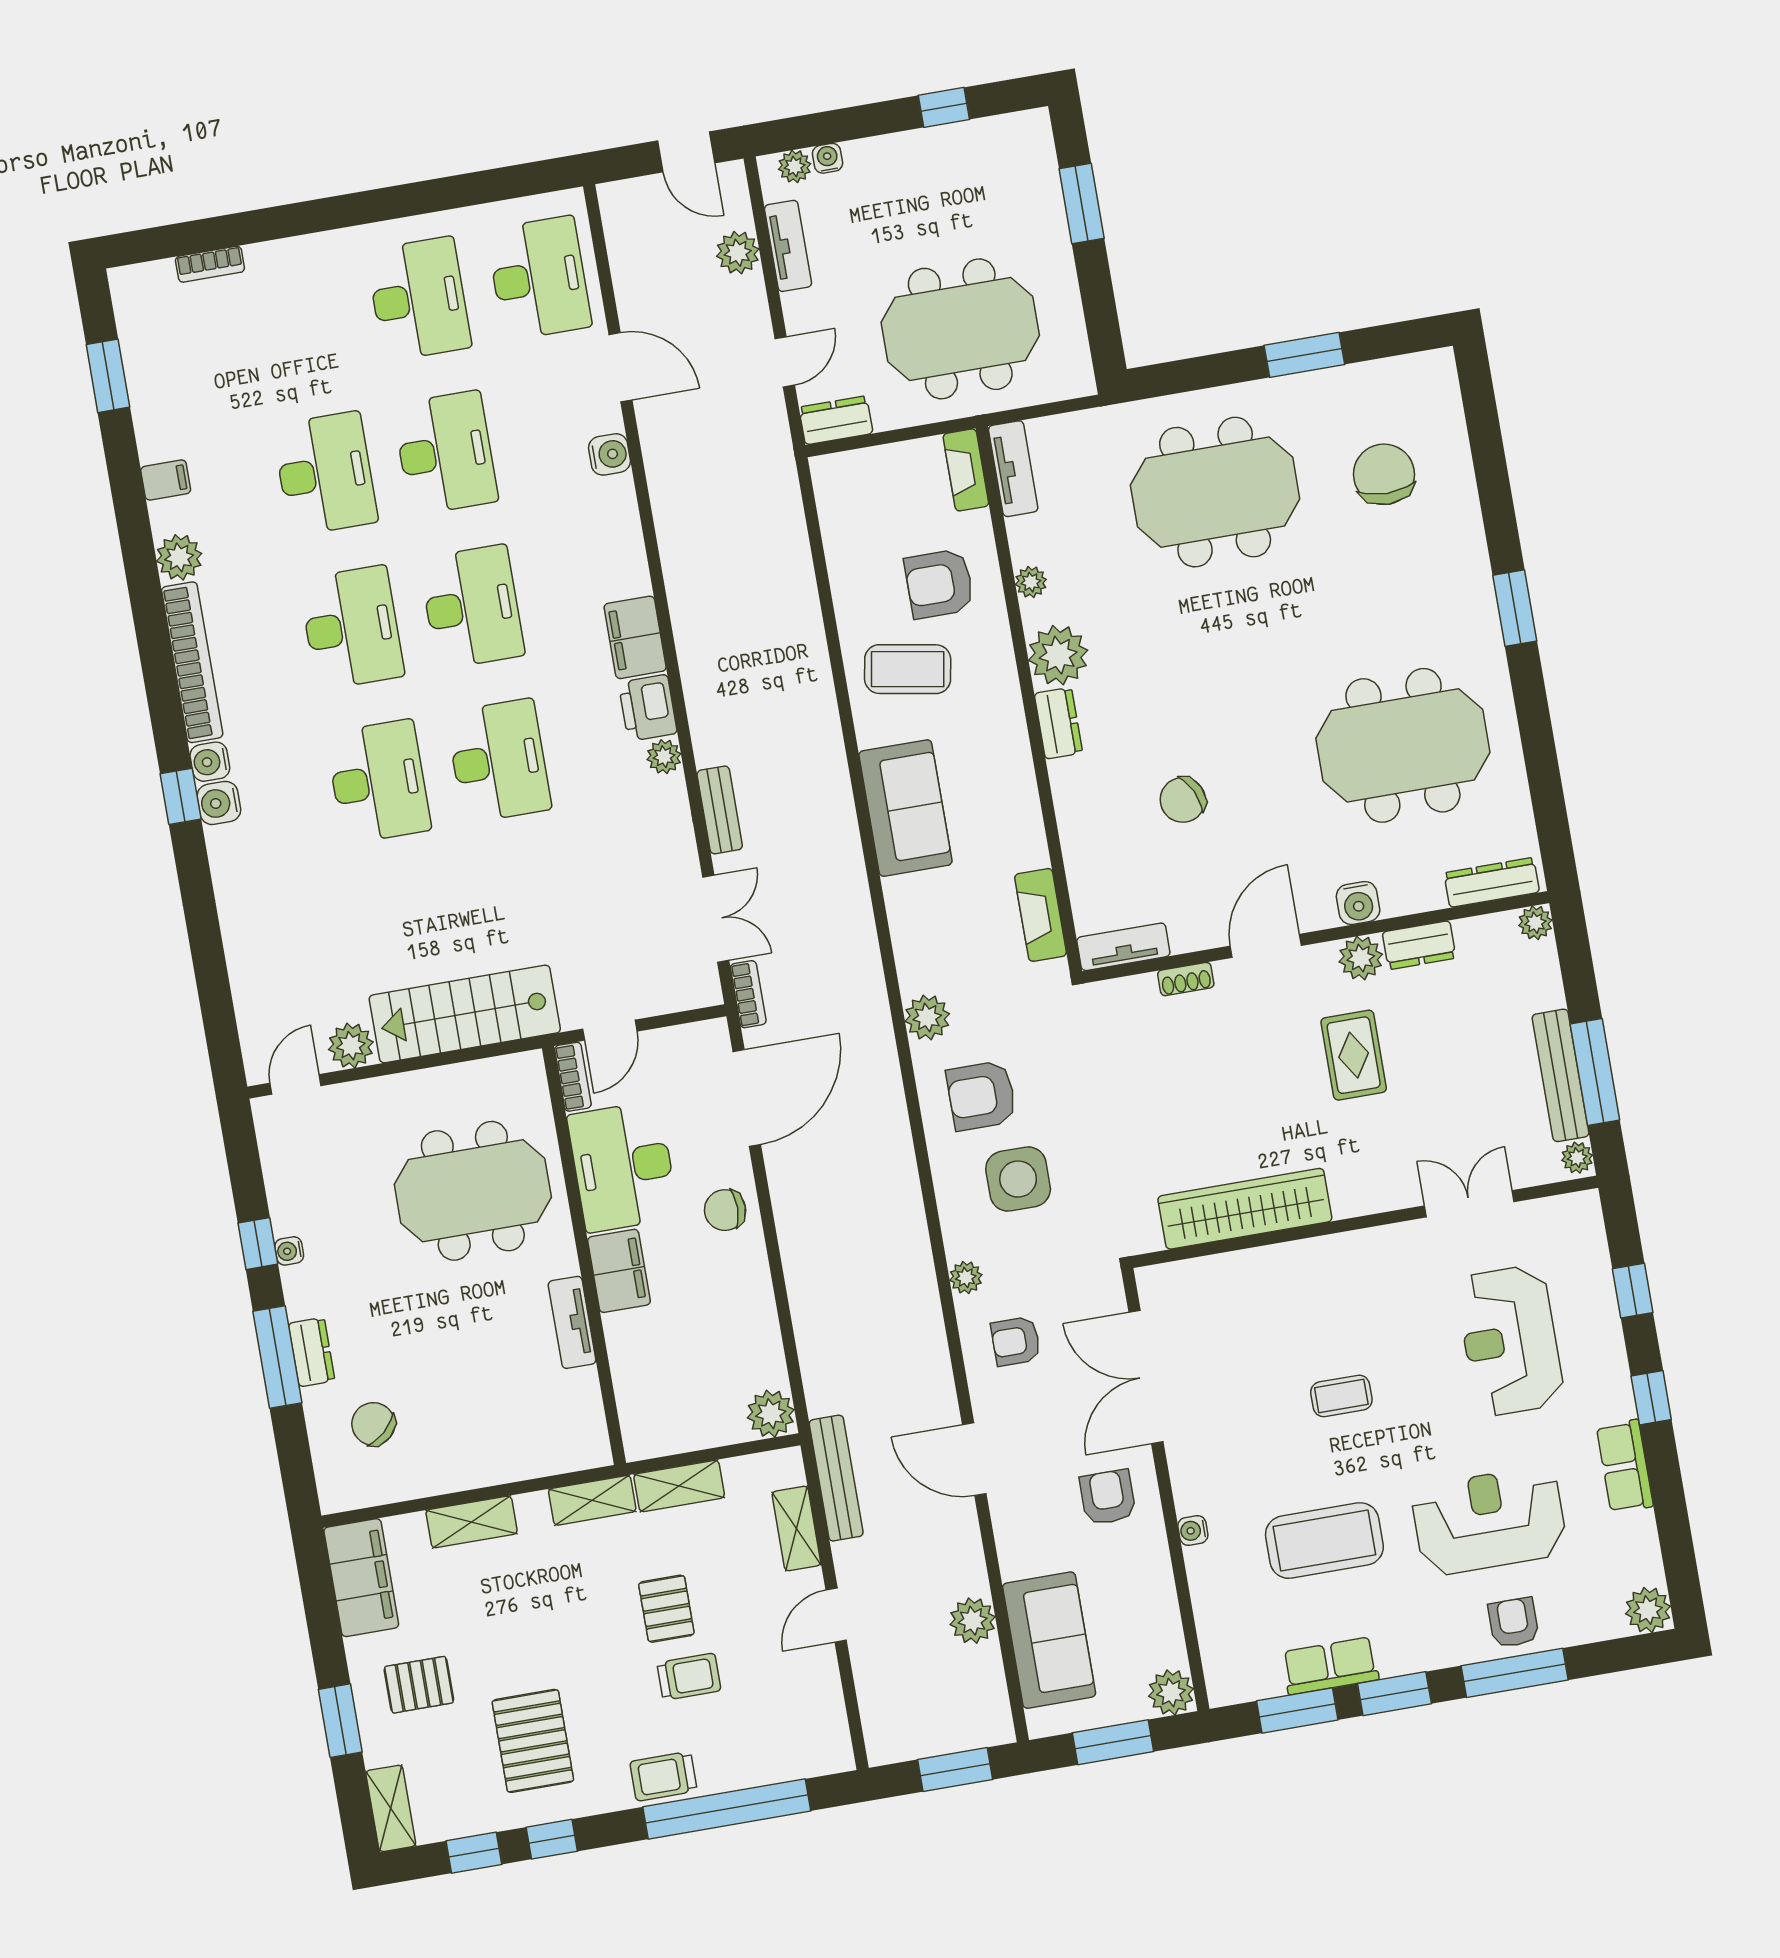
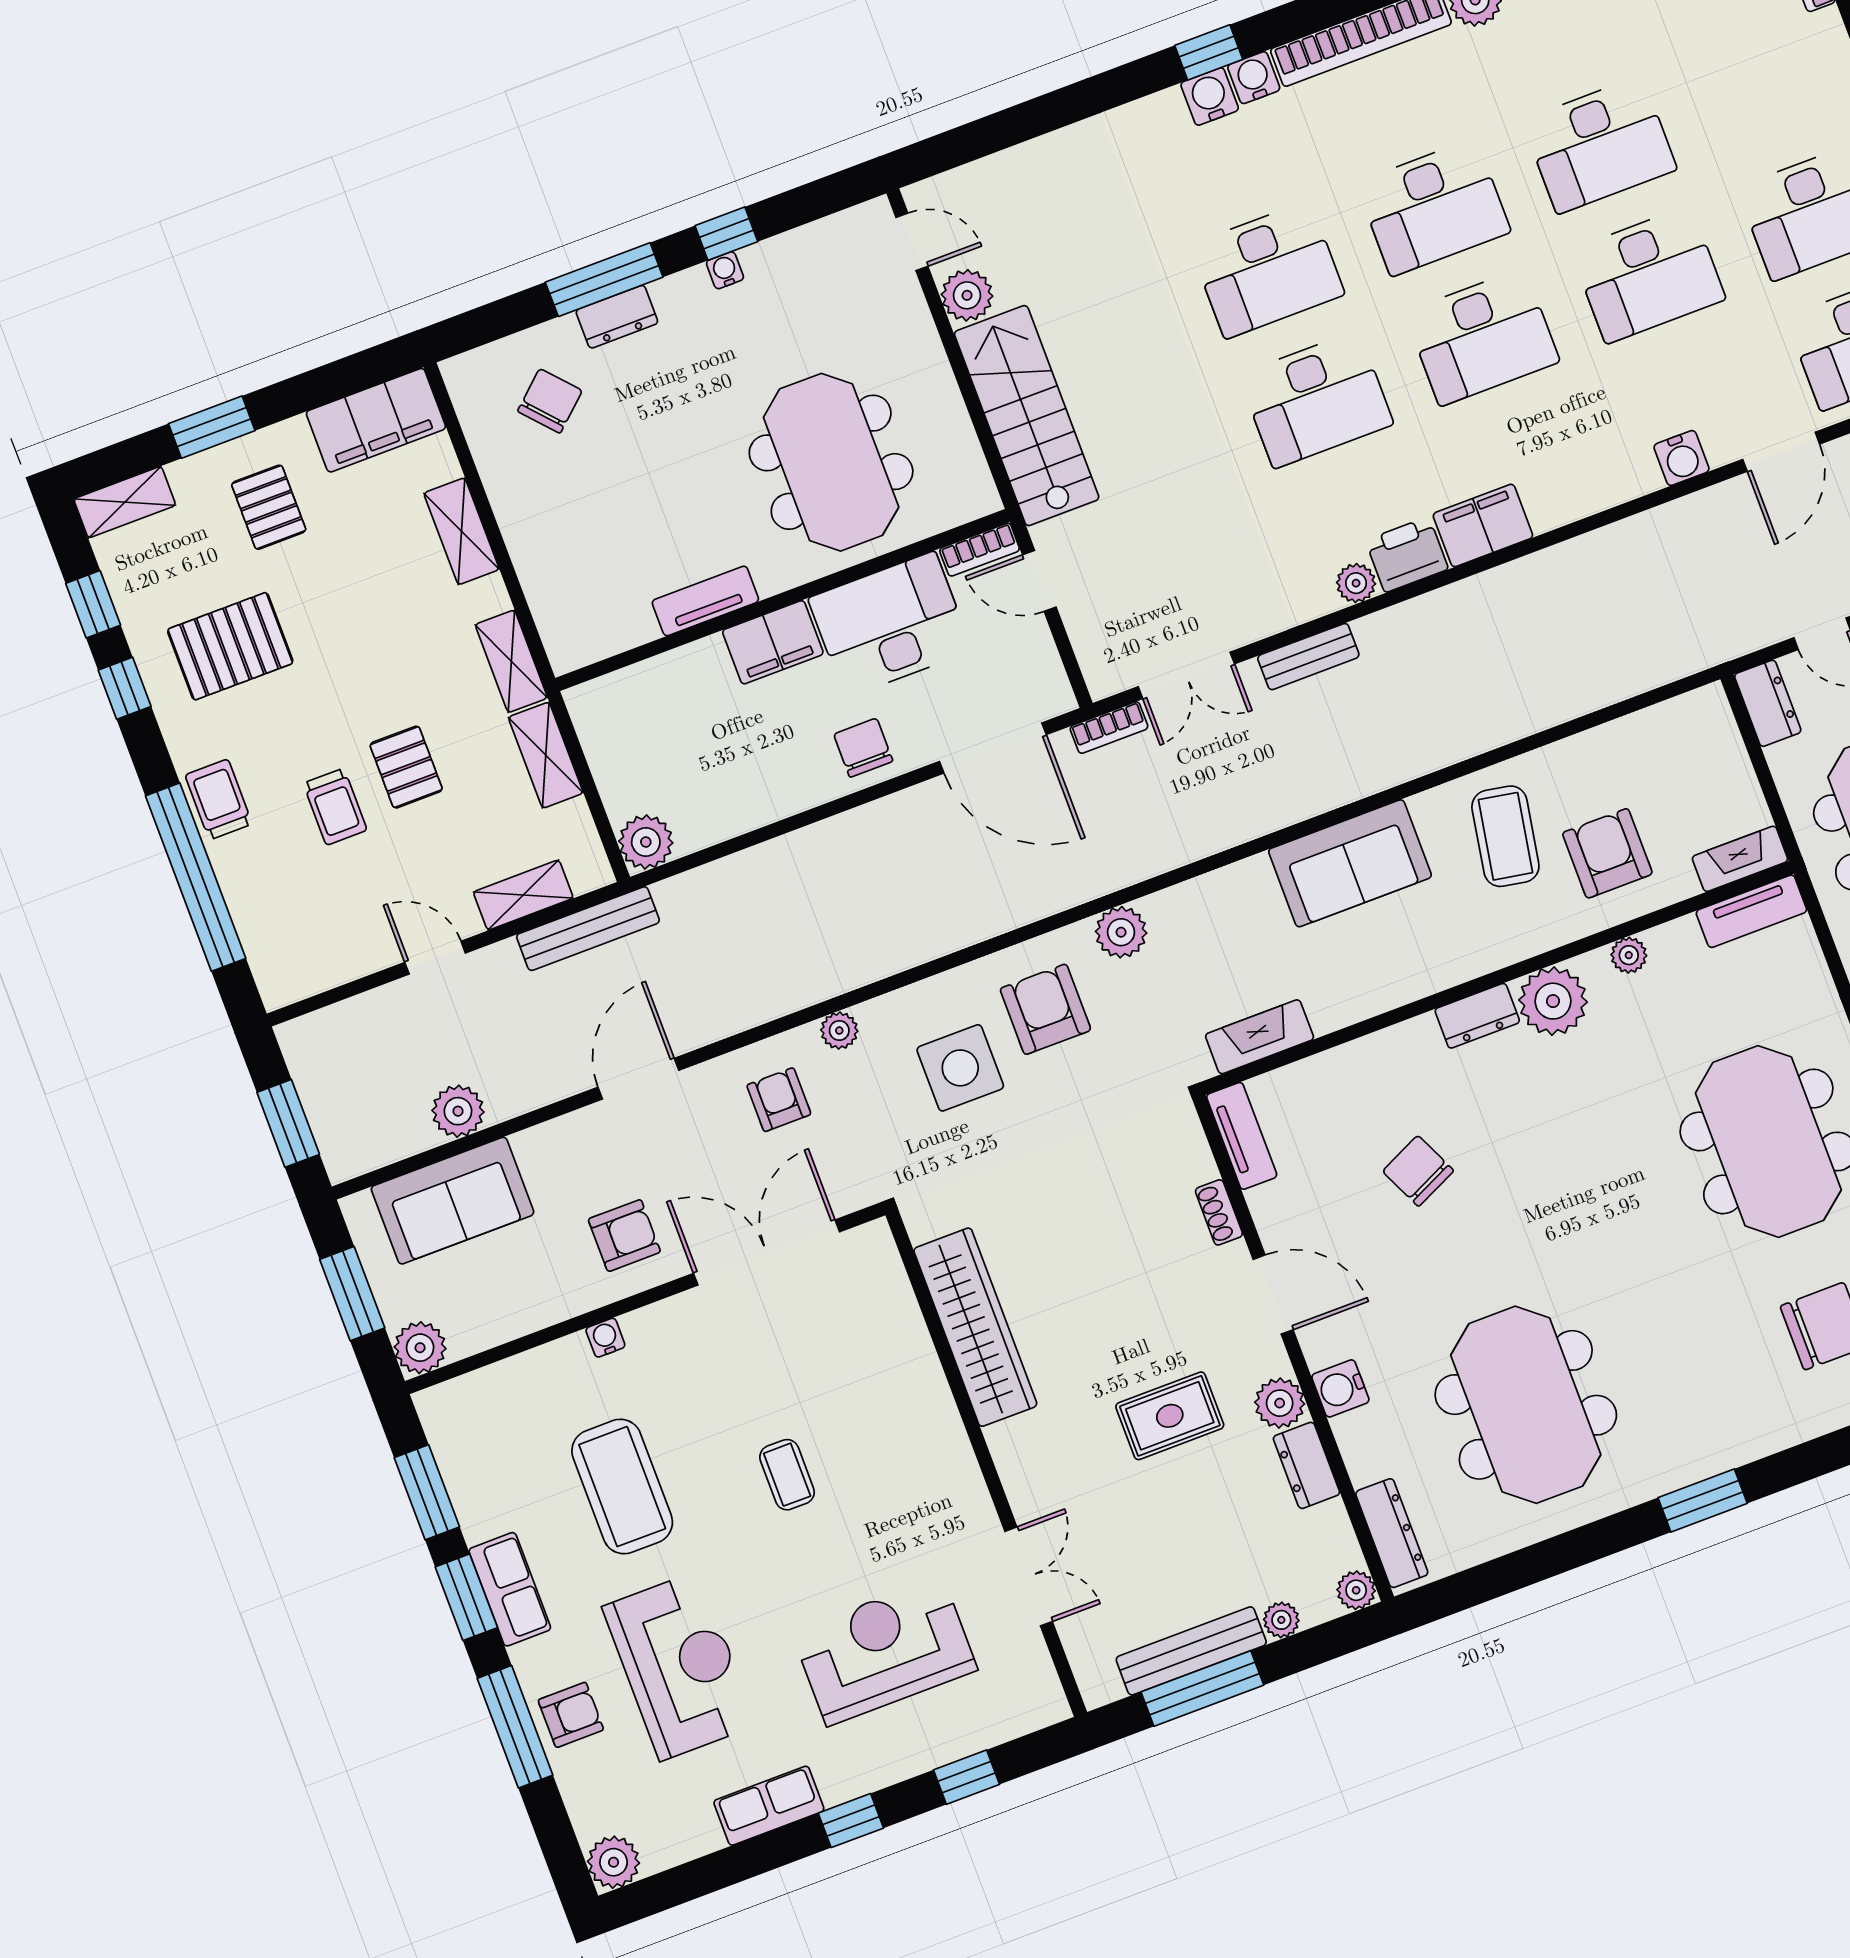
plant: (1577, 1158) -> (1281, 1620), moved
pallet: (666, 1609) -> (406, 767), turned 90
row of seats: (1330, 1666) -> (510, 1589), moved

